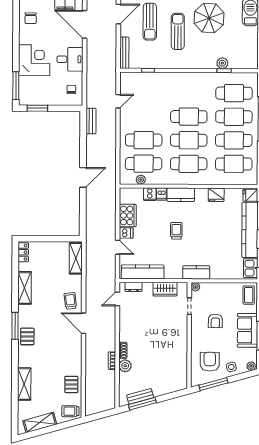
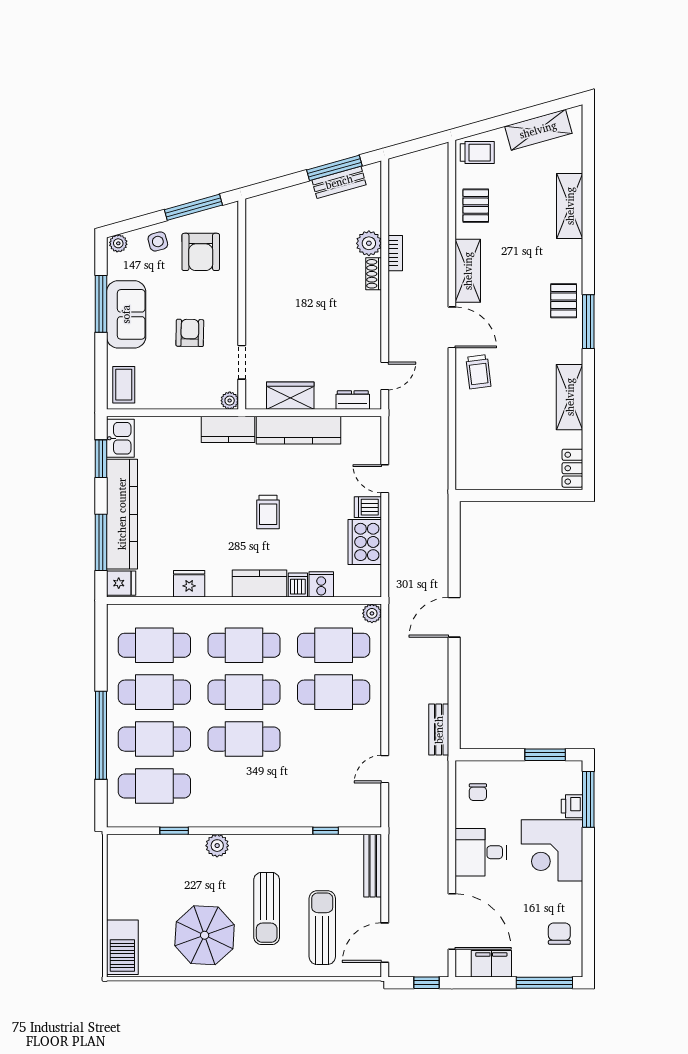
plant: (222, 63) -> (217, 846), moved
printer: (24, 82) -> (572, 806), added
plant: (141, 180) -> (372, 613), moved
shelving: (76, 258) -> (468, 271), moved
kitchen counter: (143, 272) -> (299, 430), moved

